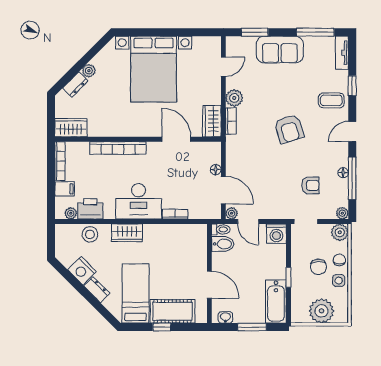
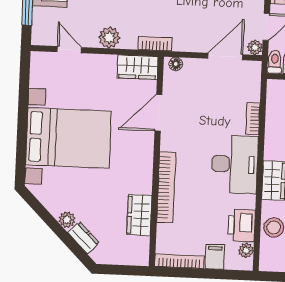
bookcase: (231, 121) -> (155, 44), moved
wardrobe: (71, 128) -> (139, 215), moved
floor lamp: (216, 170) -> (176, 64), moved

